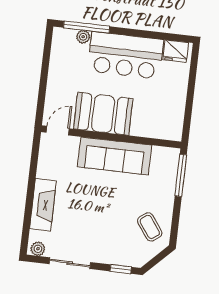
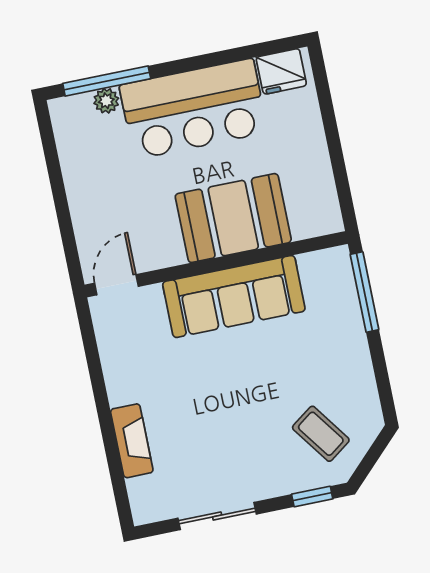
booth: (103, 114) -> (233, 218), moved
fireplace: (43, 205) -> (132, 441), width x0.73, depth x0.76
coffee table: (150, 227) -> (321, 434), moved
plant: (38, 249) -> (151, 509), removed

